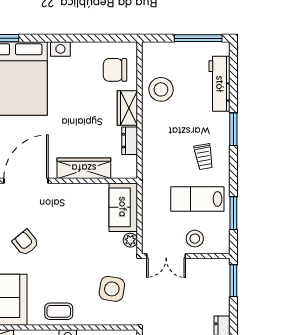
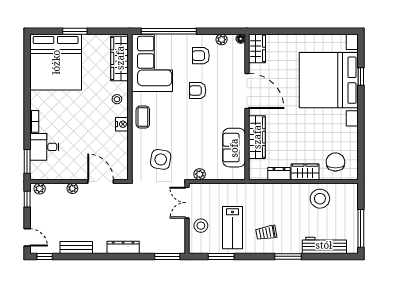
lab bench: (197, 199) -> (232, 228), turned 180
sofa: (123, 207) -> (234, 148), moved, turned -90
armchair: (25, 243) -> (198, 90), turned -141

